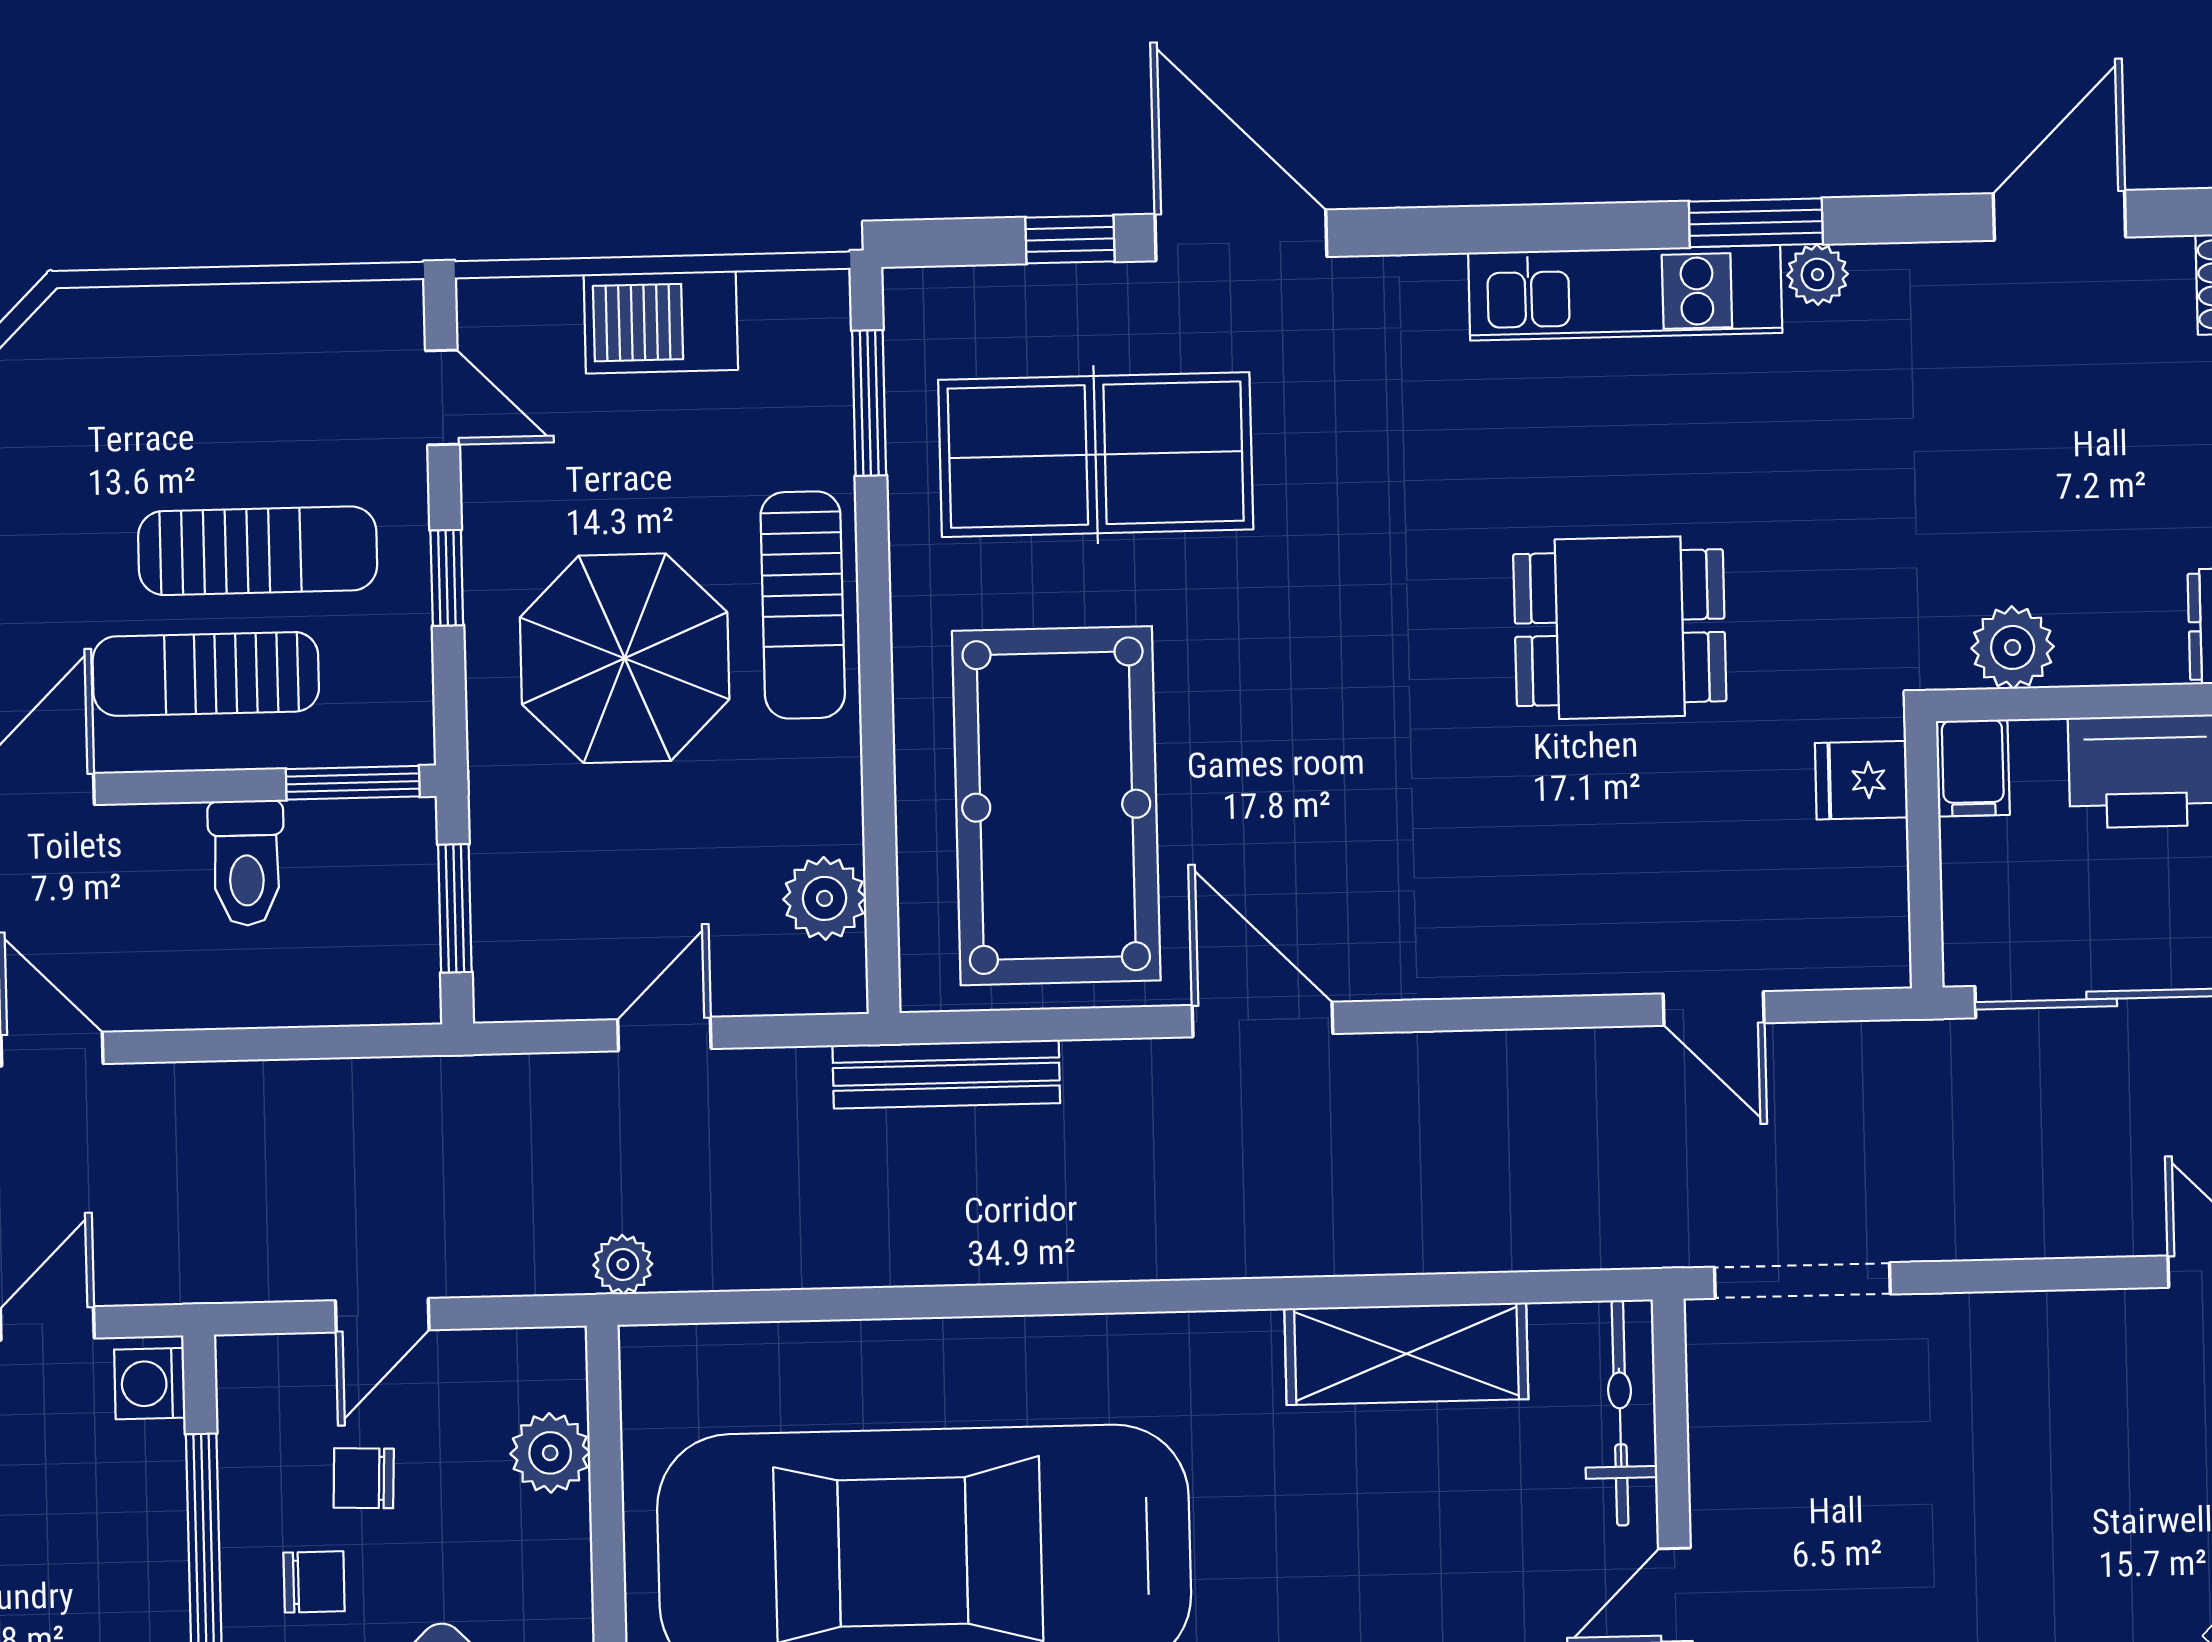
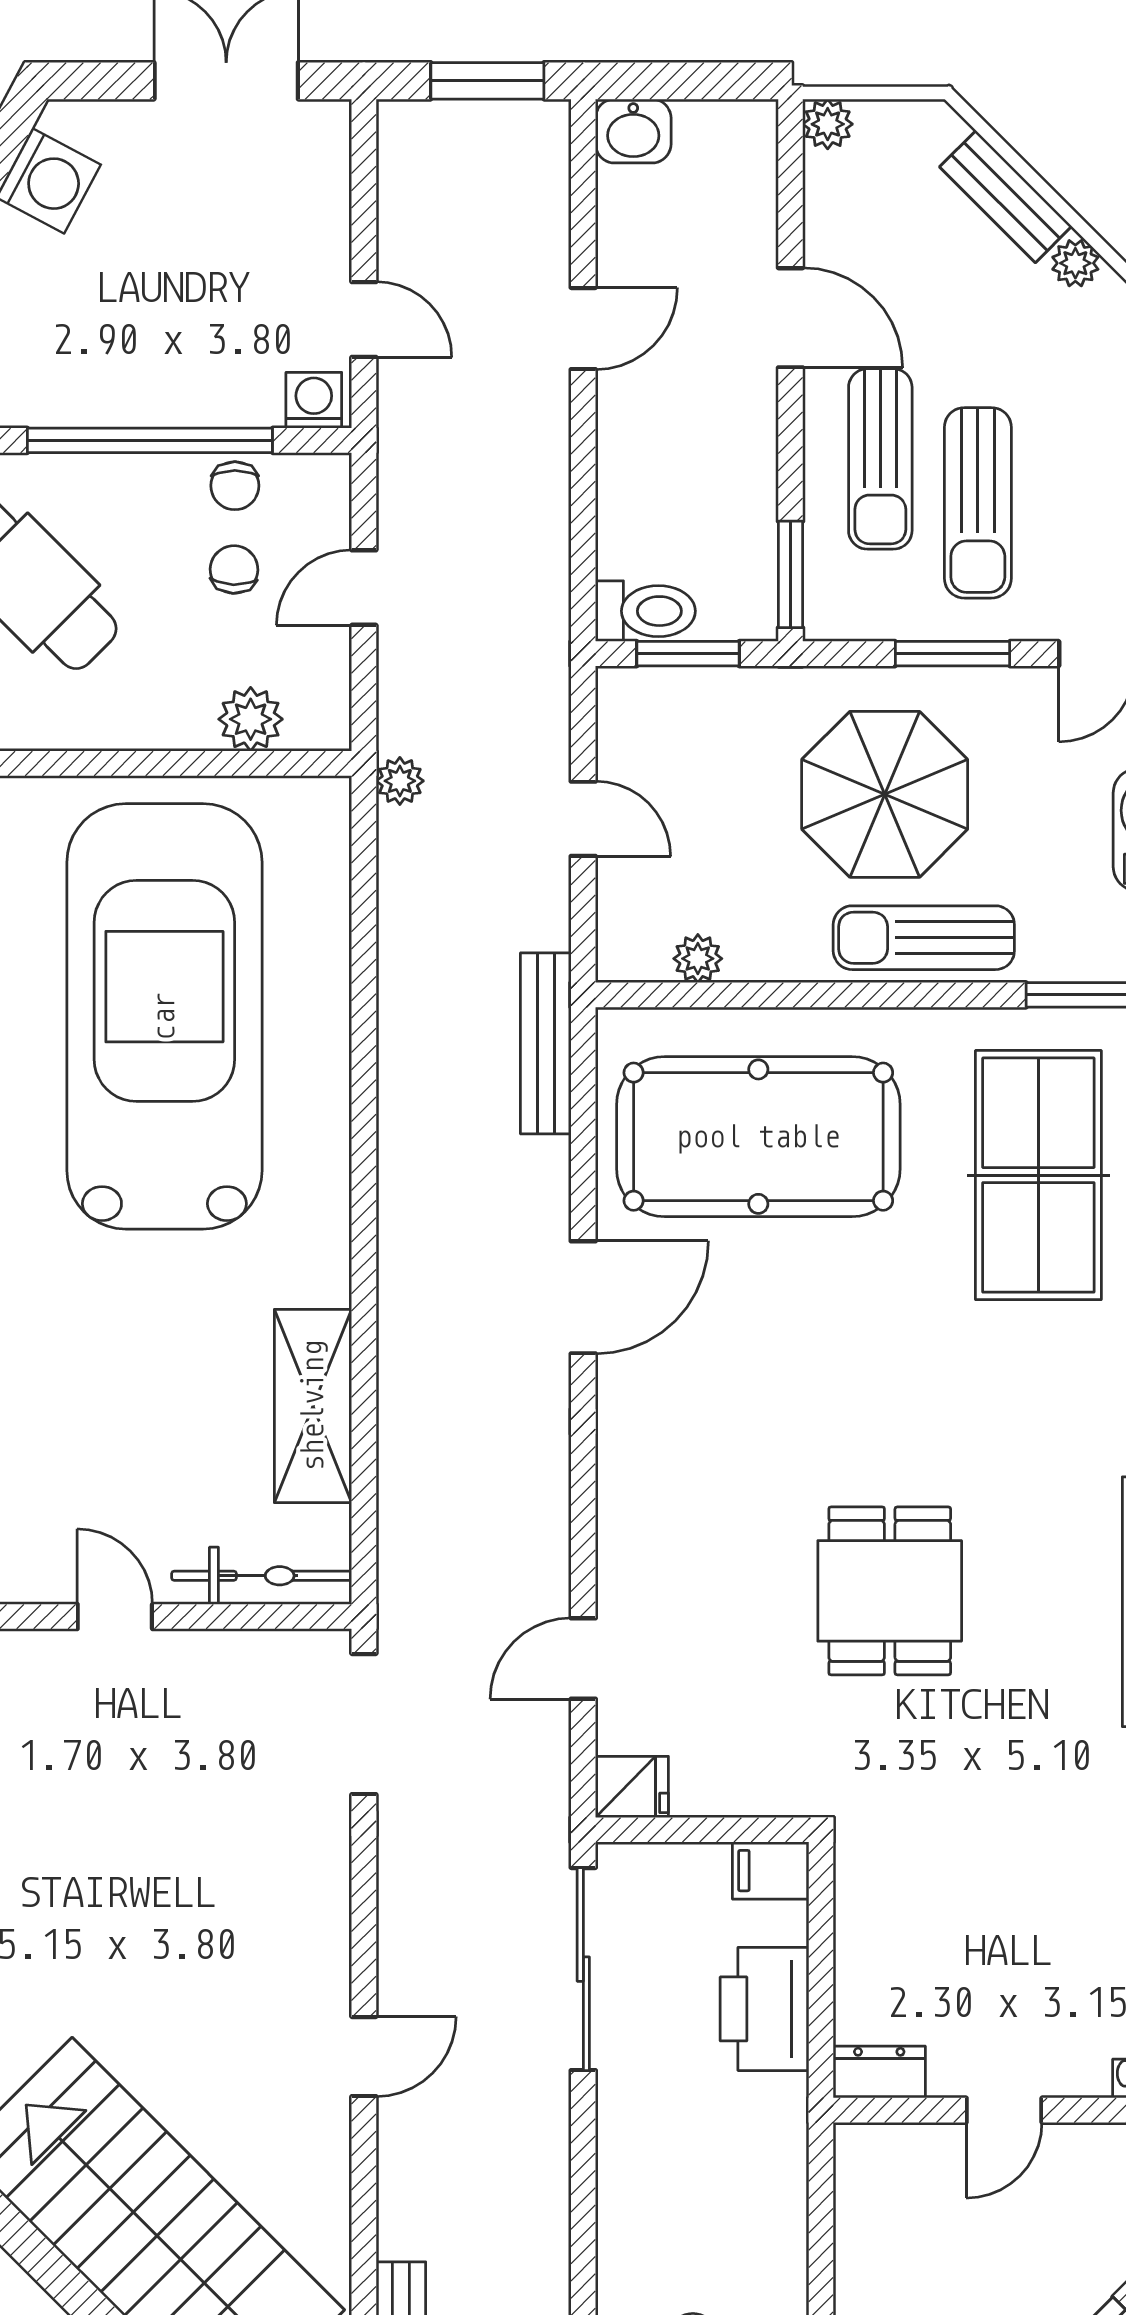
window: (447, 578) -> (953, 654), width x1.50
plant: (2013, 647) -> (866, 1905), removed
sun lounger: (206, 674) -> (880, 459), turned 180
fridge: (1861, 780) -> (632, 1787), moved, turned 90
toilet: (246, 863) -> (645, 611), moved, turned 180
plant: (825, 898) -> (698, 959), width x0.73, depth x0.73
door: (382, 1315) -> (364, 588), hinge flipped
chair: (314, 1582) -> (235, 486), moved

